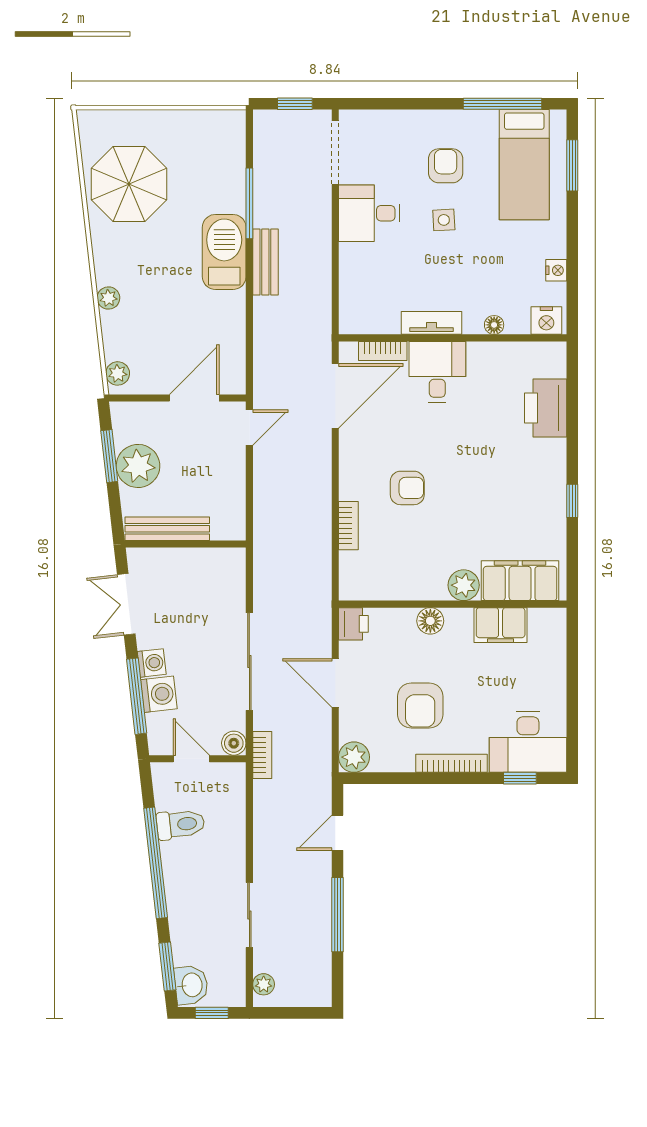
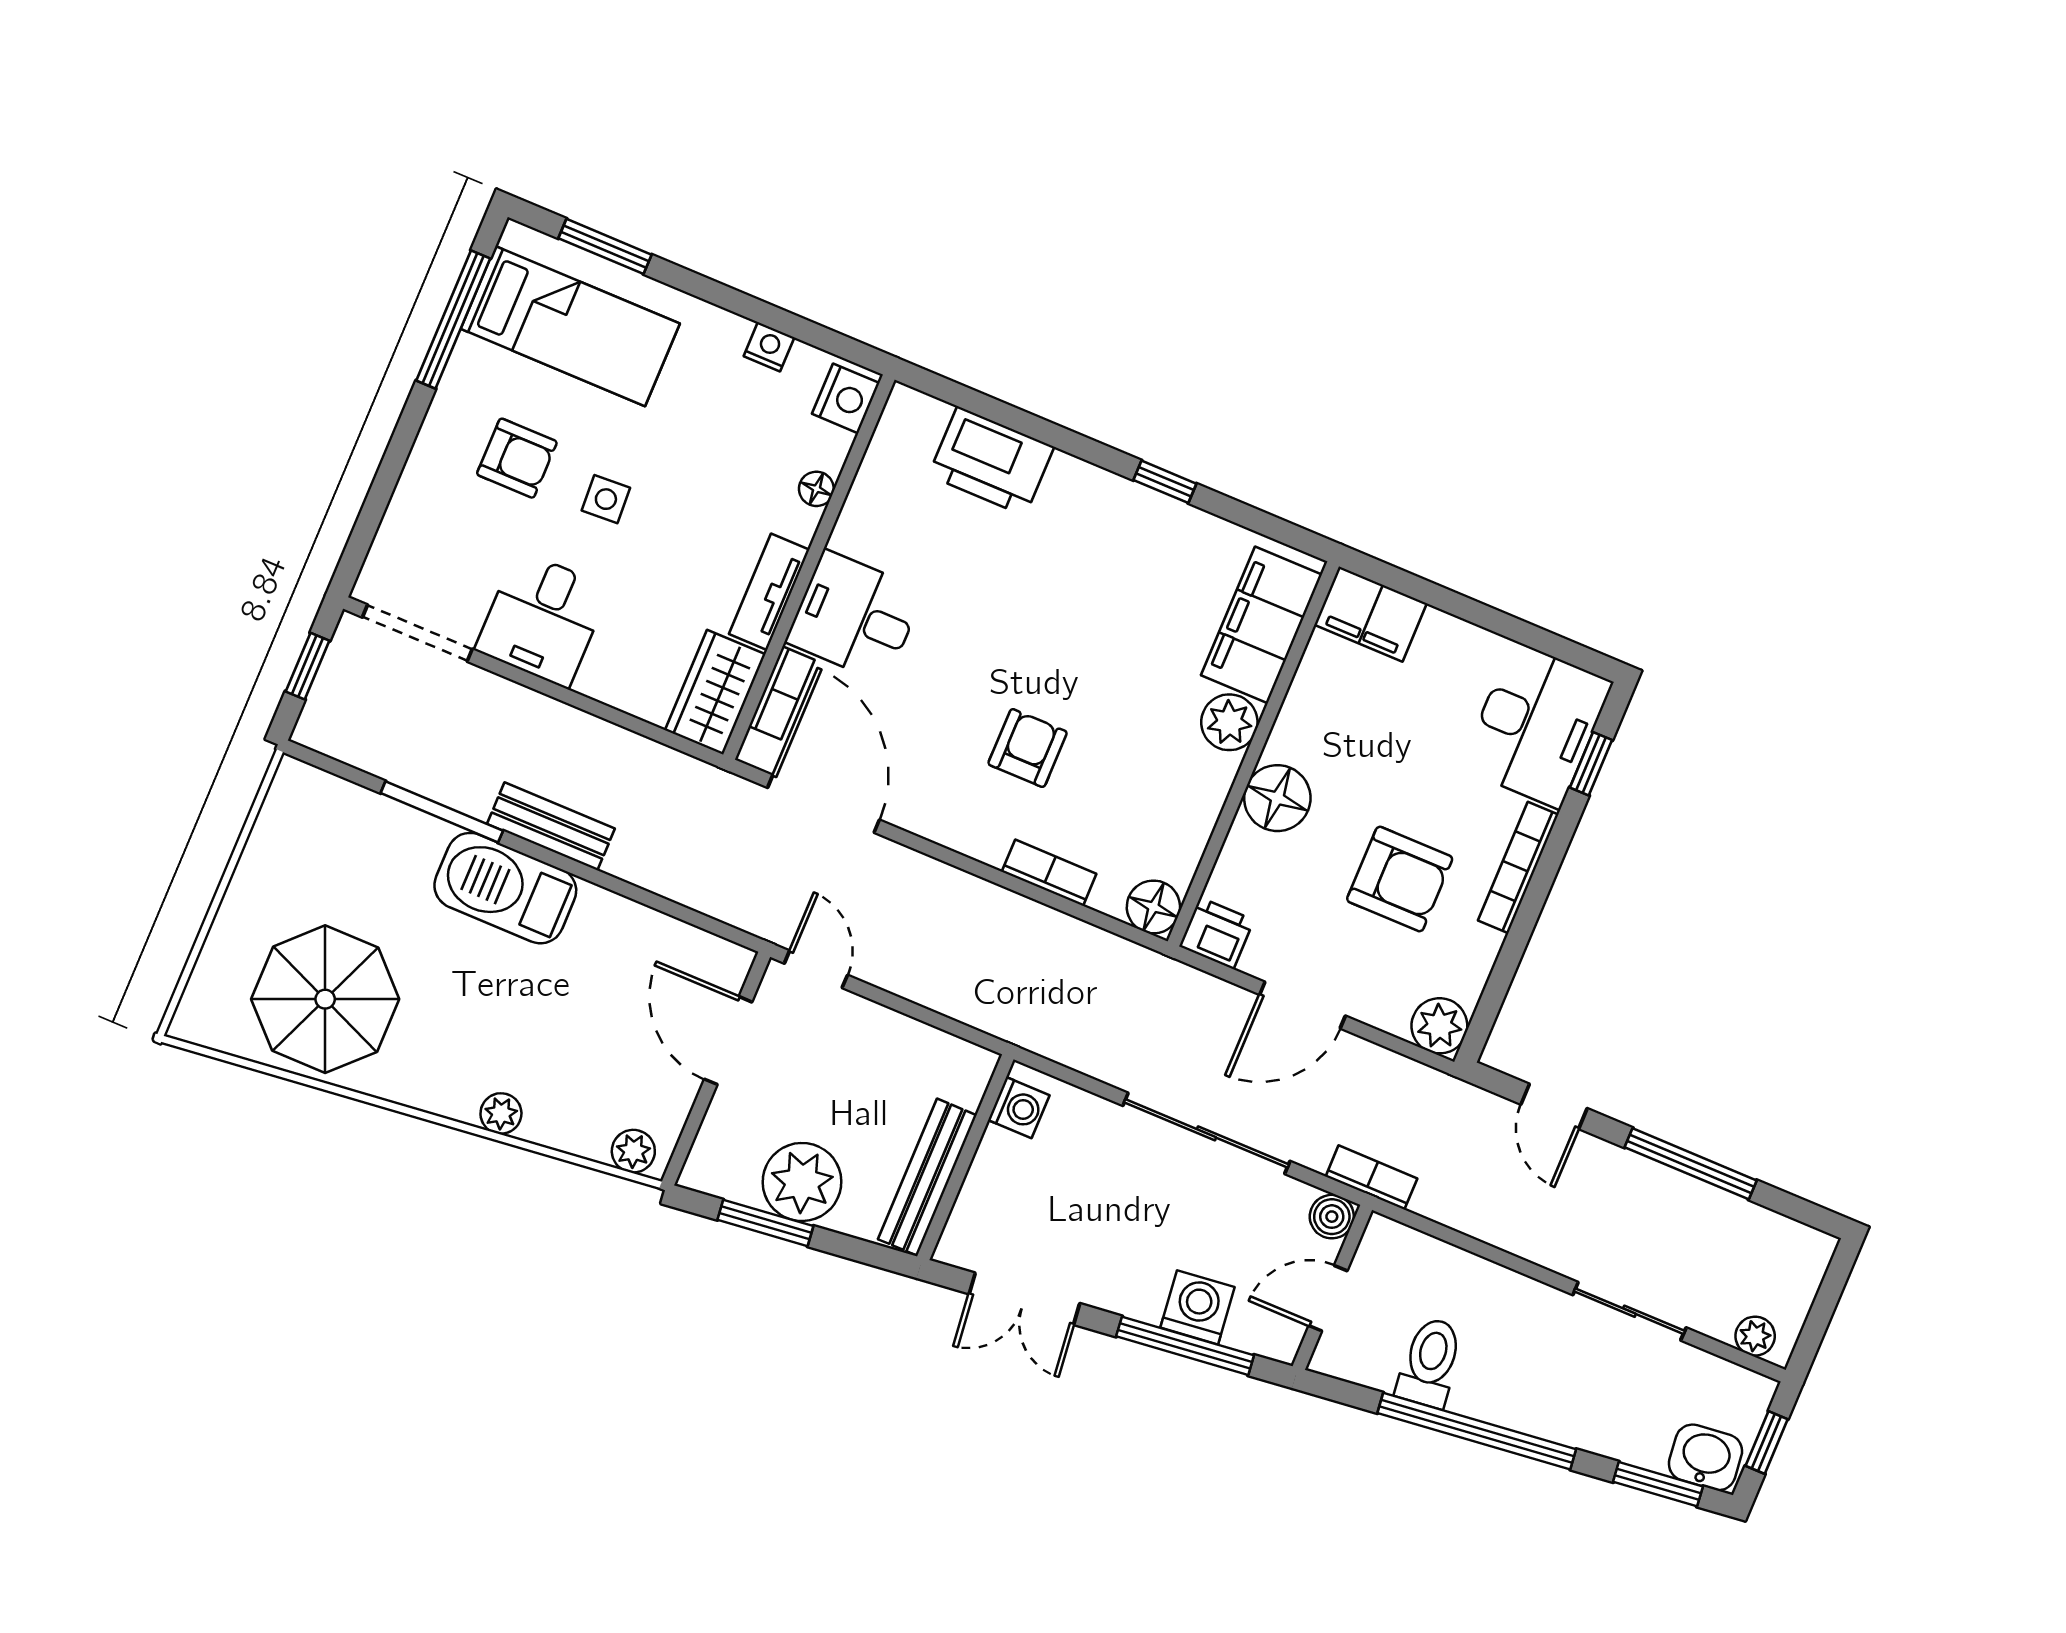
armchair: (446, 166) -> (517, 458), turned 180
wardrobe: (369, 317) -> (715, 692), added
floor lamp: (353, 586) -> (1153, 907), added
floor lamp: (430, 621) -> (1277, 798), width x1.38, depth x1.38
filing cabinet: (501, 625) -> (1371, 614), moved, turned 90
washing machine: (152, 663) -> (1019, 1108), moved, turned 96

